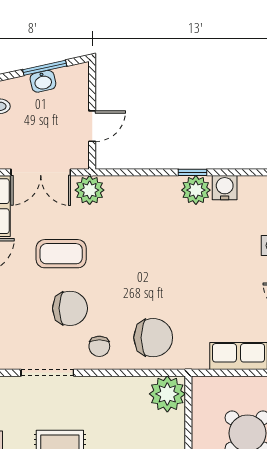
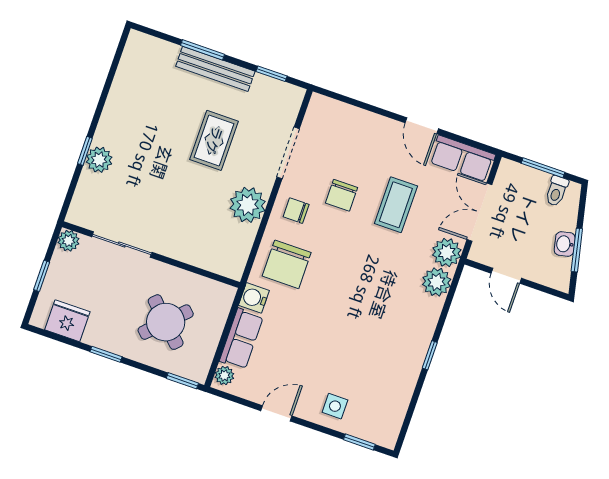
water cooler: (225, 188) -> (254, 298), moved, turned 180
plant: (196, 190) -> (437, 282), moved
chair: (70, 308) -> (342, 195), width x0.73, depth x0.73
plant: (167, 394) -> (248, 205), moved

